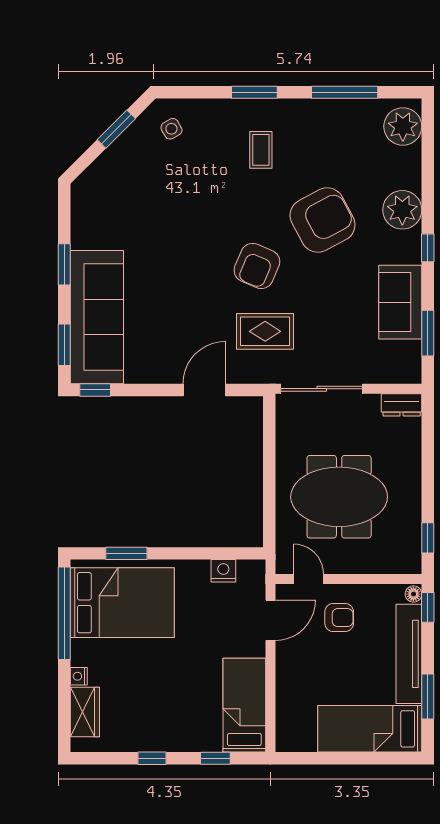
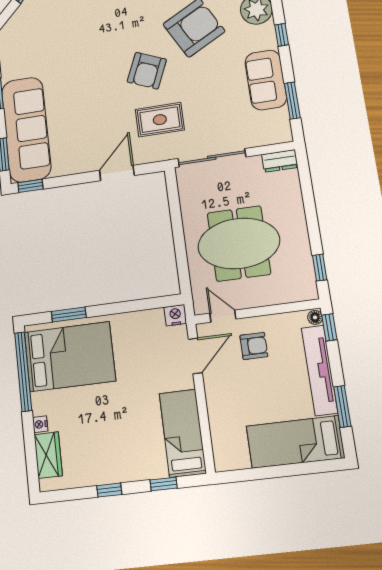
nightstand: (223, 571) -> (175, 315), moved

